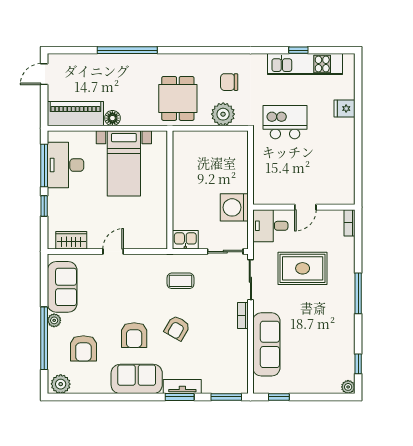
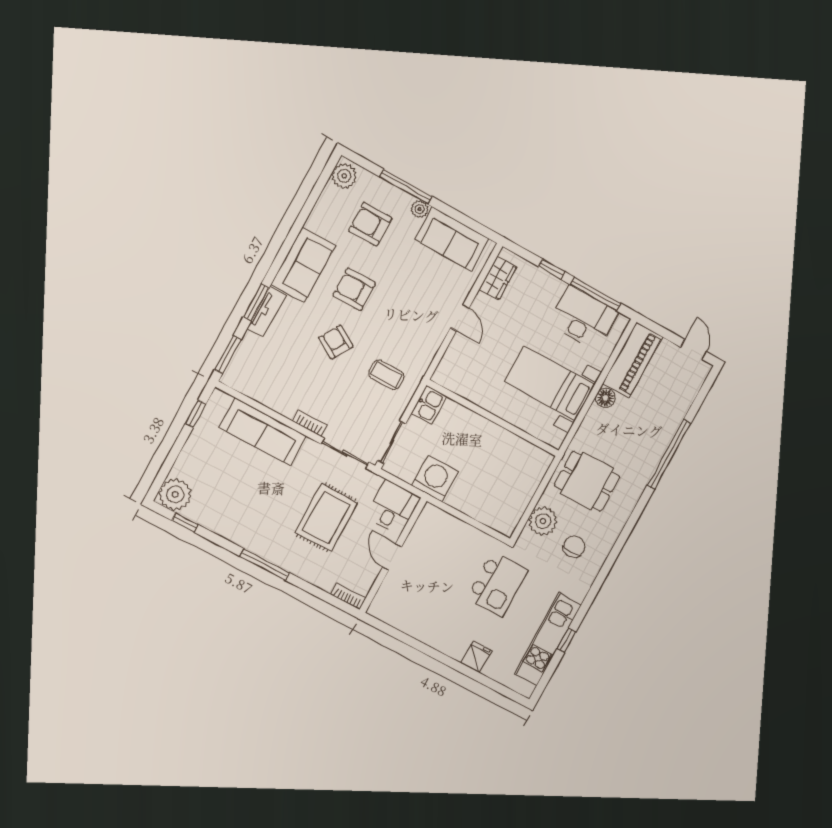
coffee table: (181, 281) -> (386, 375), turned 90
window: (44, 338) -> (406, 187), width x0.68
plant: (348, 387) -> (175, 494), width x1.87, depth x1.87

